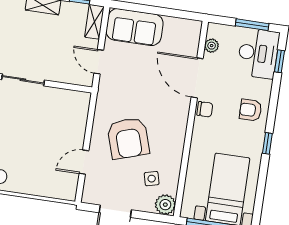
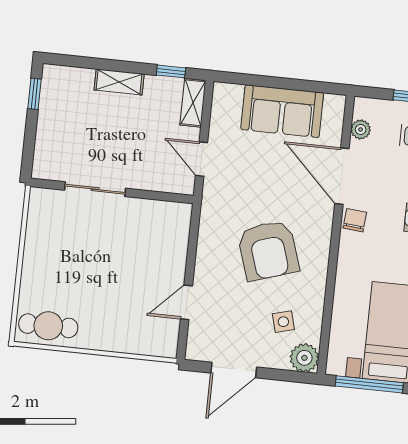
sofa: (135, 27) -> (282, 111), moved
chair: (205, 109) -> (355, 220), turned -85
armchair: (128, 138) -> (268, 250), moved

